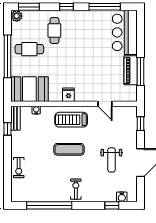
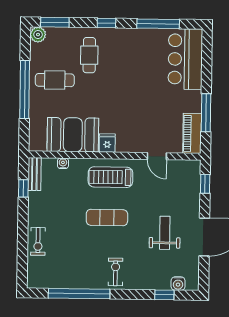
piano: (131, 70) -> (192, 133), moved
booth: (29, 89) -> (73, 135), moved
weight bench: (111, 160) -> (165, 233), turned 180

